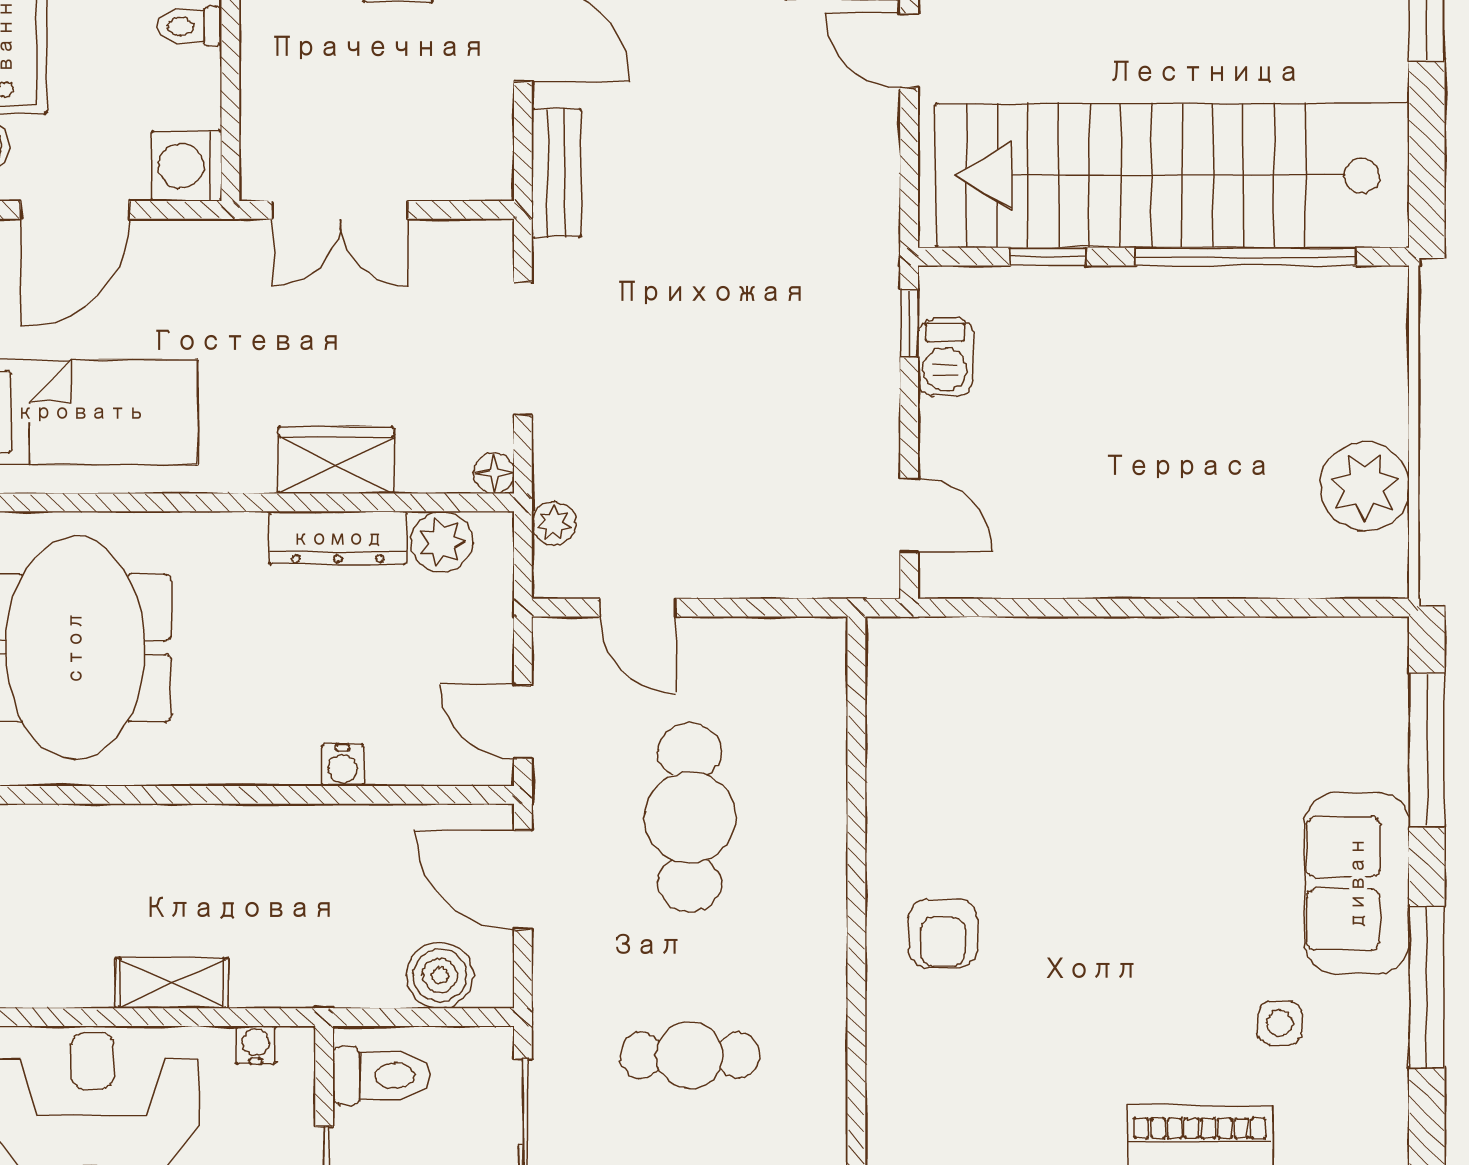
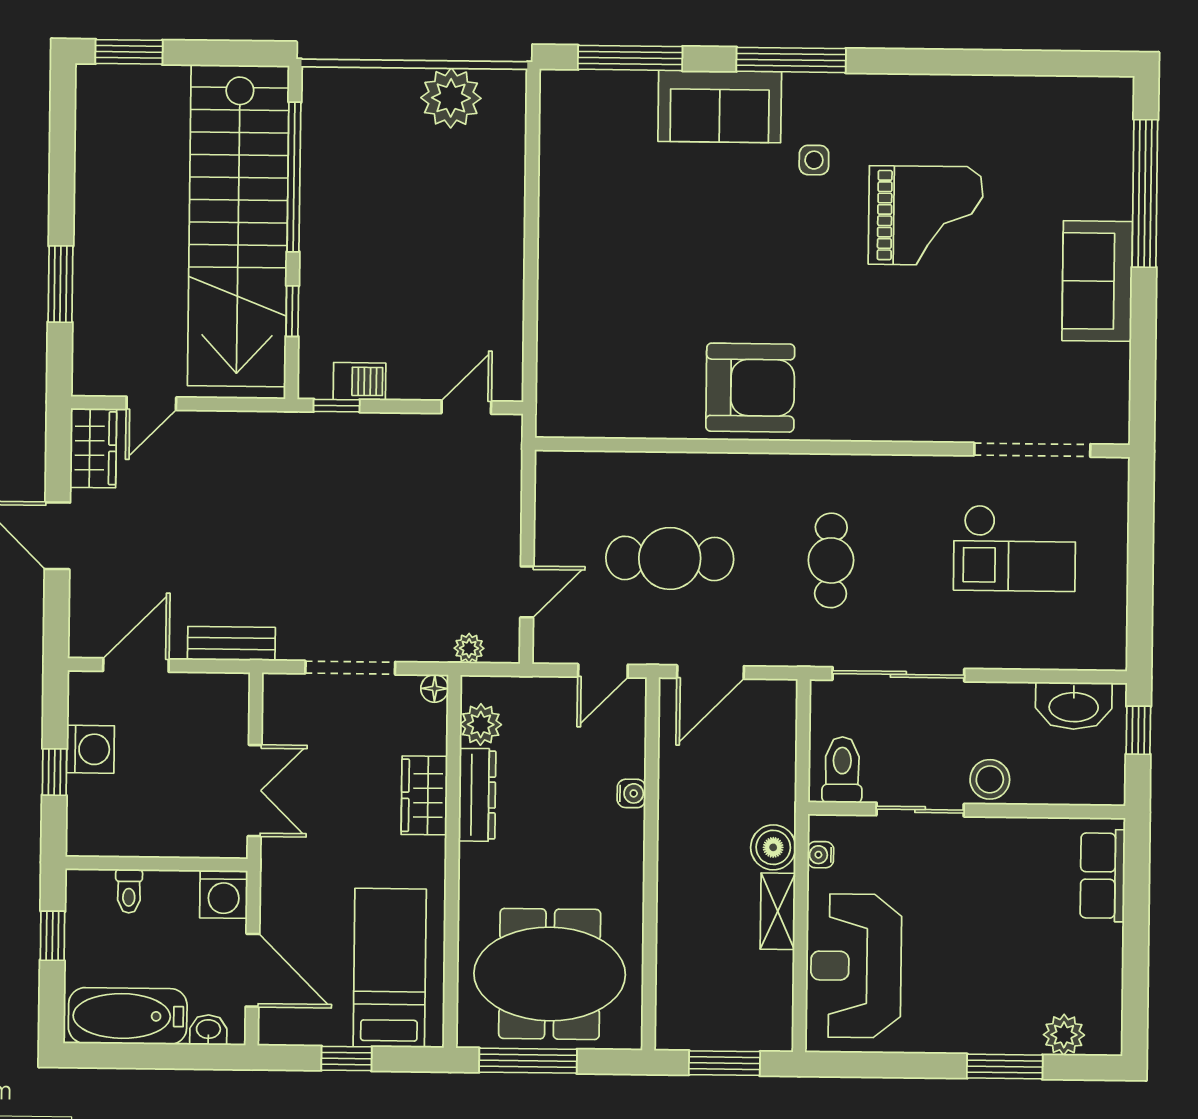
armchair: (943, 933) -> (750, 388), width x1.88, depth x1.88
boiler: (440, 975) -> (773, 847), moved

